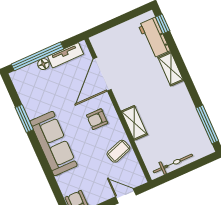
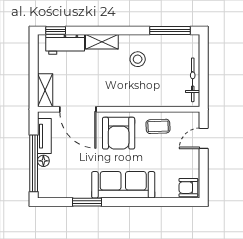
stool: (169, 107) -> (138, 59), added
armchair: (97, 119) -> (119, 133), width x1.88, depth x1.88
shelving: (134, 123) -> (45, 90), moved, turned 90
coffee table: (118, 151) -> (158, 126), turned -73

